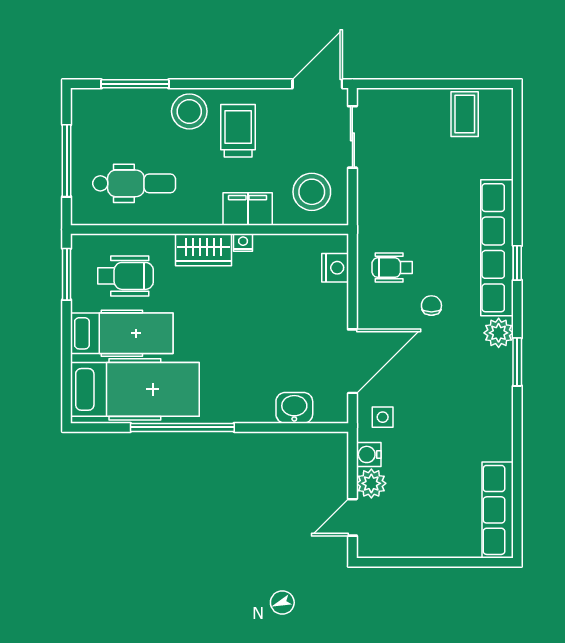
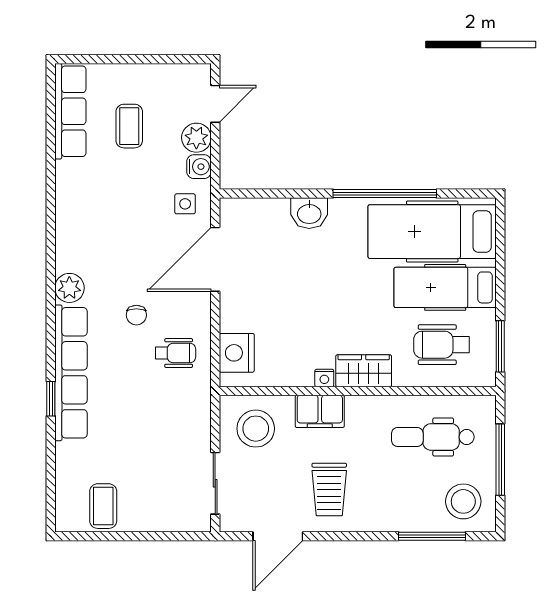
door: (317, 84) -> (278, 536), moved
stool: (189, 111) -> (463, 501), moved
window: (517, 263) -> (51, 399), moved
nightstand: (335, 268) -> (237, 353), width x1.36, depth x1.33
window: (517, 362) -> (51, 259), removed
washbasin: (294, 408) -> (309, 213), moved
coffee table: (439, 495) -> (129, 126), added

